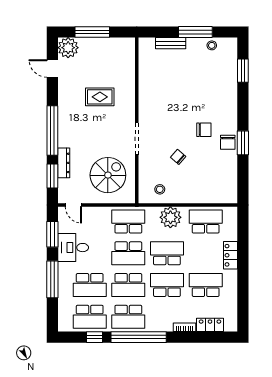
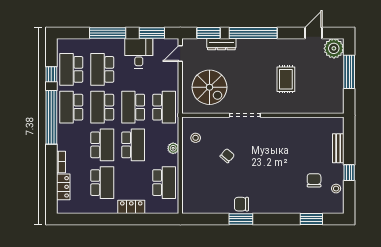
window: (195, 32) -> (349, 173), width x0.46
chair: (204, 130) -> (314, 180), moved, turned 180
plant: (170, 217) -> (173, 148), width x0.53, depth x0.53

